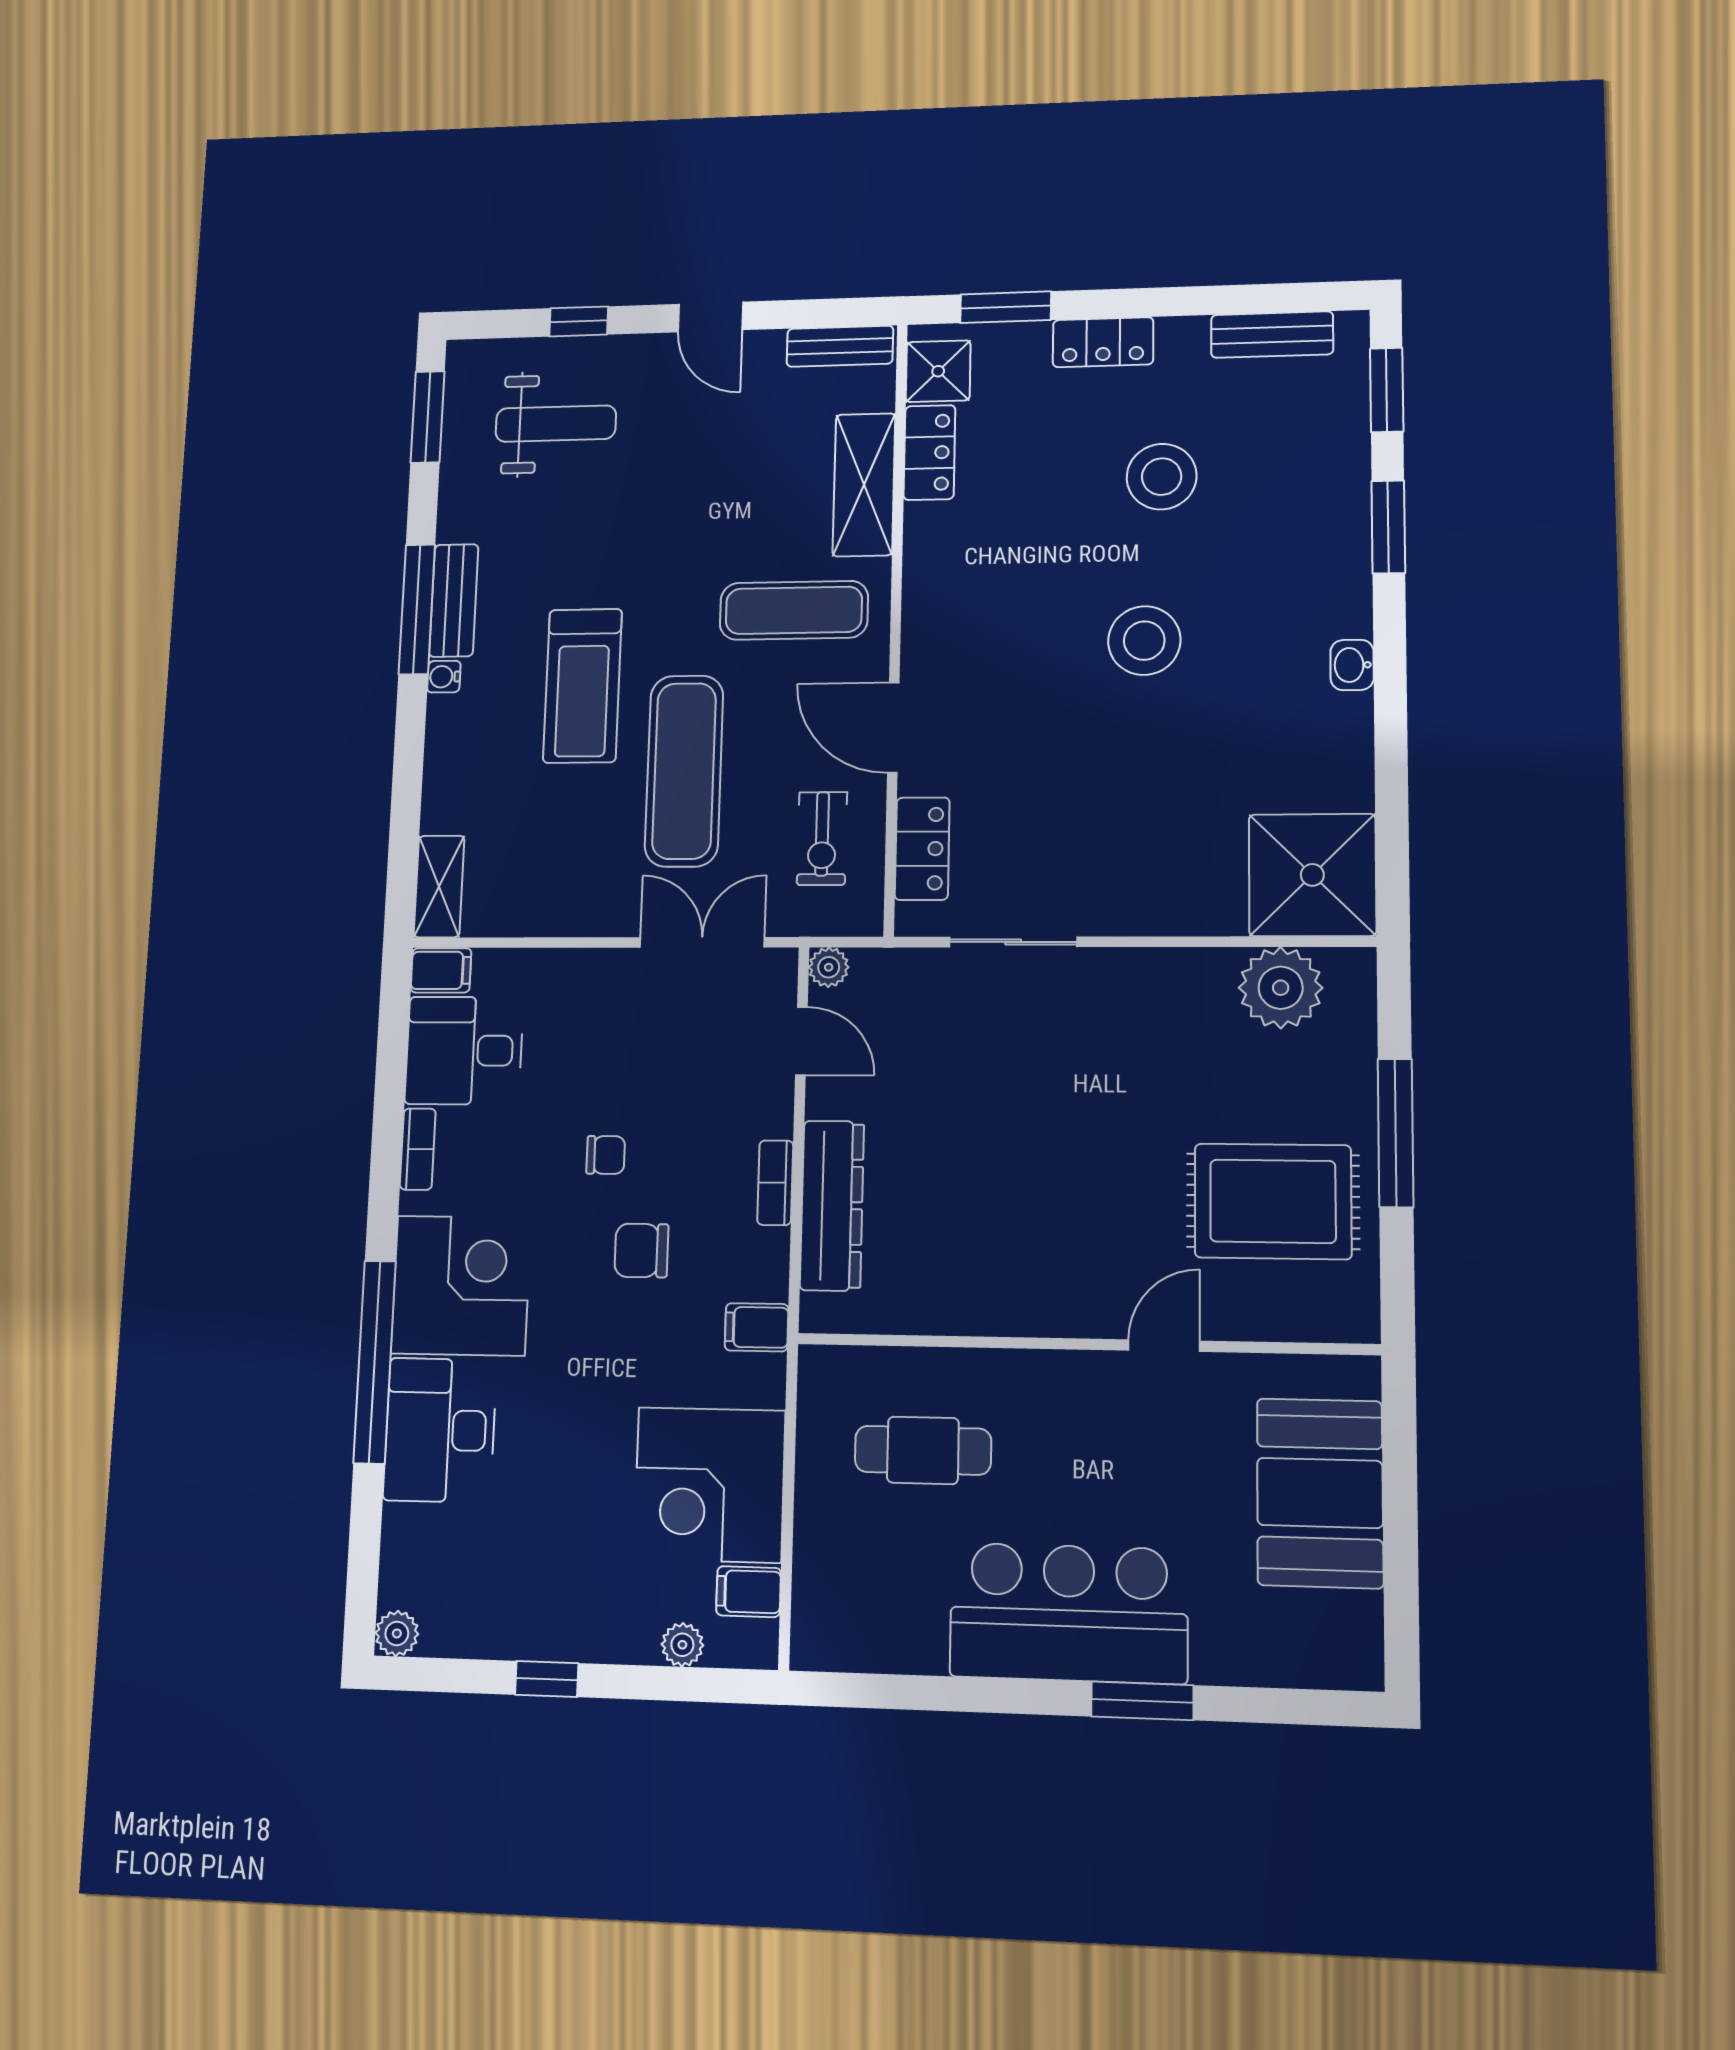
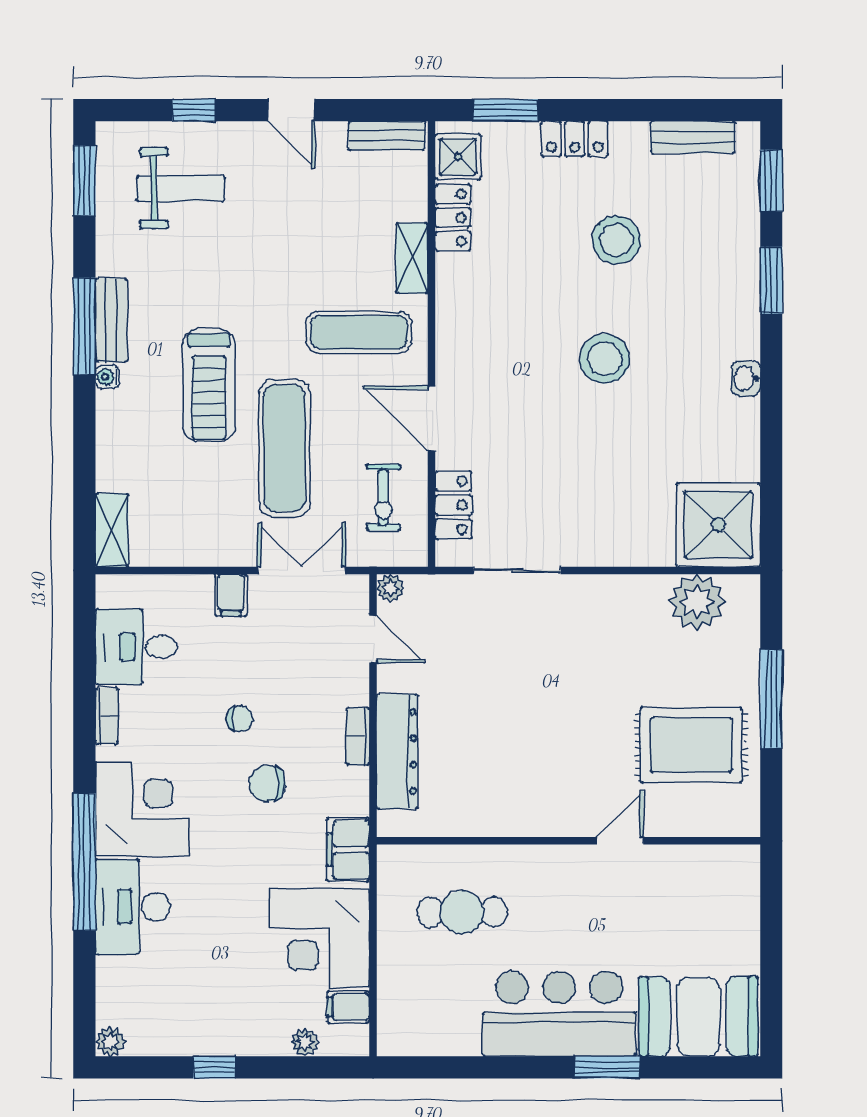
shelving: (864, 485) -> (412, 258), width x0.67, depth x0.75
filing cabinet: (441, 970) -> (231, 595), moved, turned 90
filing cabinet: (757, 1327) -> (348, 850), width x2.00
booth: (1320, 1493) -> (698, 1017), moved, turned 90

